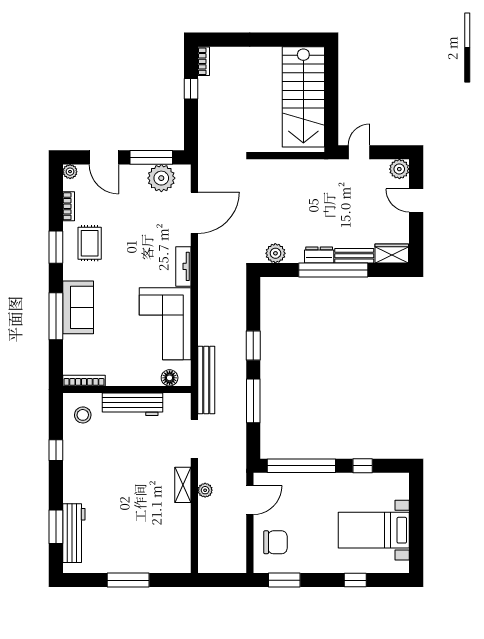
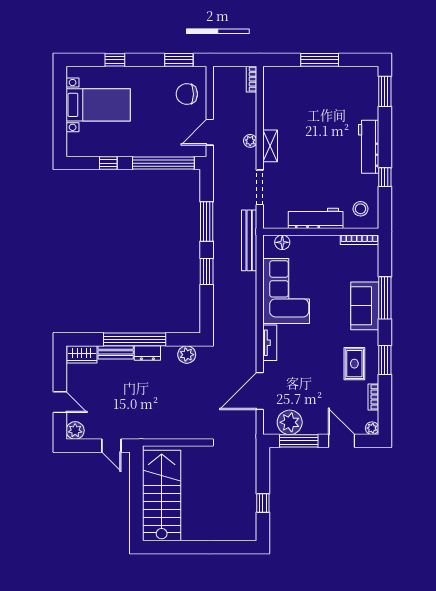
bookcase: (204, 61) -> (252, 79), moved
door: (359, 152) -> (111, 446), hinge flipped
window: (56, 527) -> (385, 91), moved
workbench: (74, 533) -> (369, 147), moved

